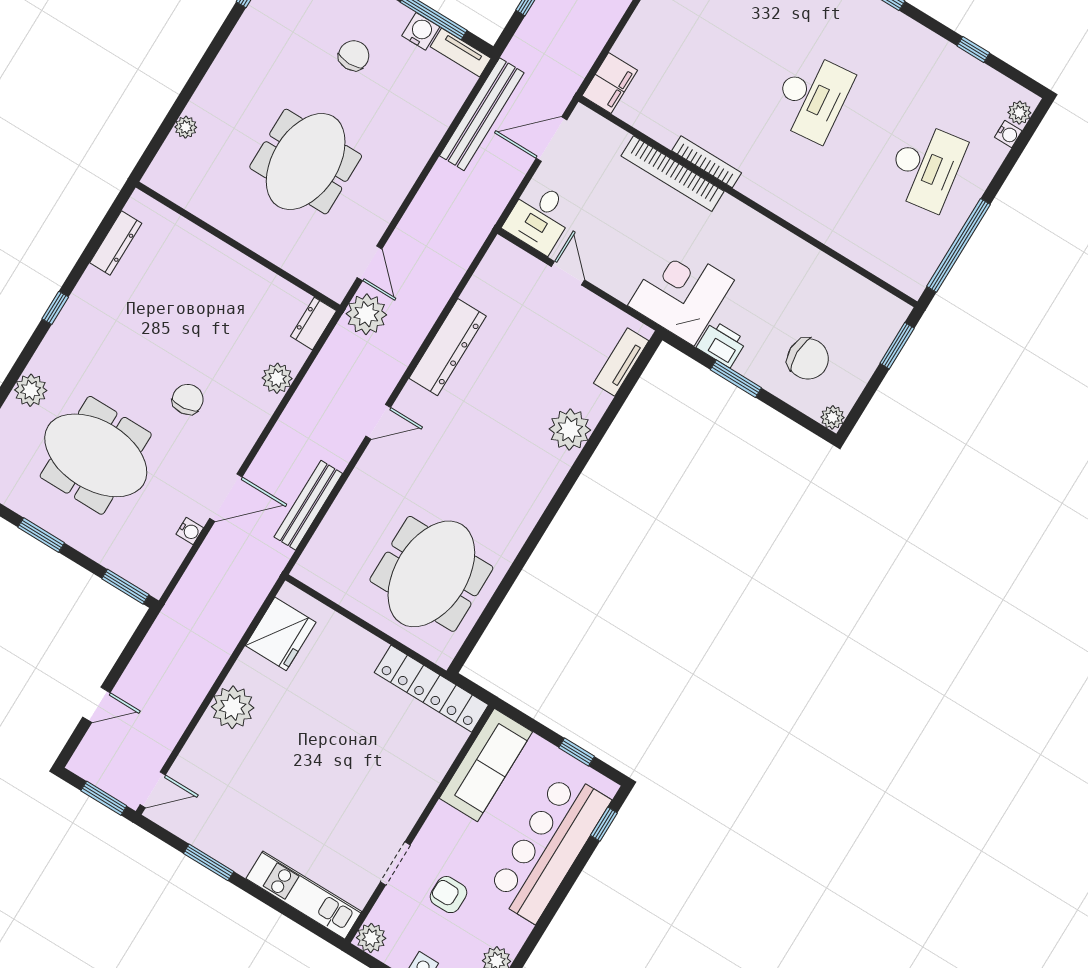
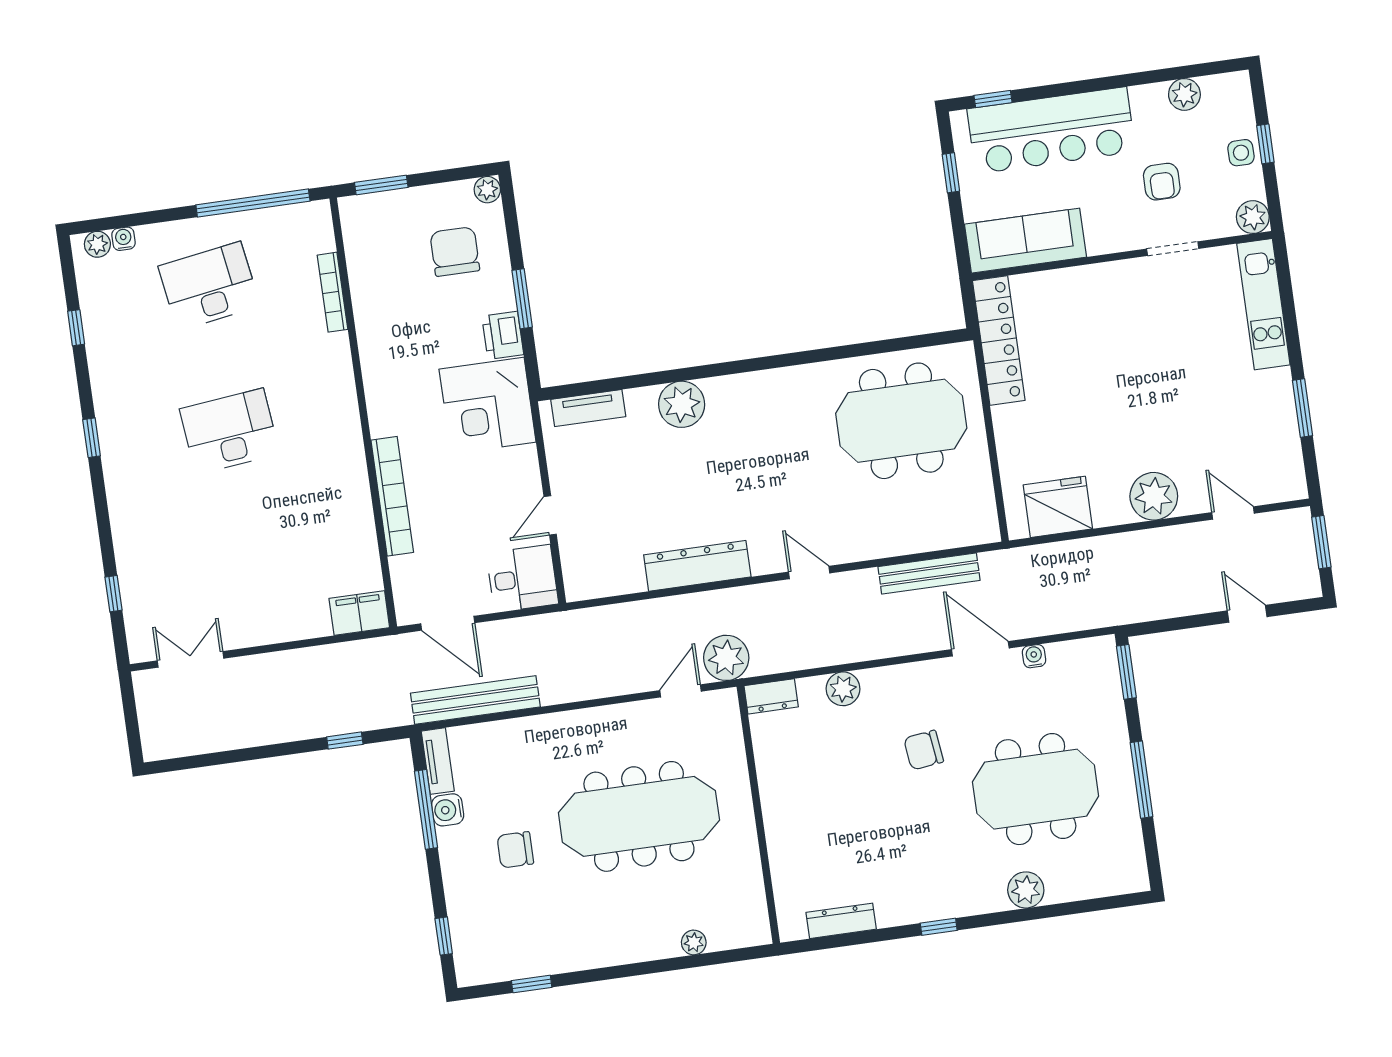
meeting table: (306, 162) -> (639, 816), width x1.36
bookcase: (707, 162) -> (333, 292), moved
meeting table: (96, 455) -> (1036, 789), turned 90
window: (41, 535) -> (1142, 780), width x1.44
door: (153, 790) -> (1233, 513), moved

